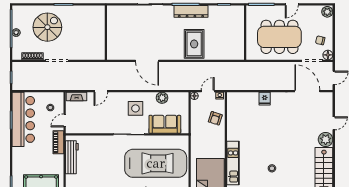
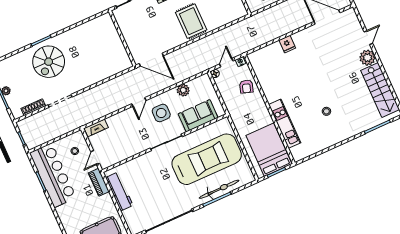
spiral stairs: (47, 27) -> (49, 62), moved, turned 180
wall: (106, 33) -> (122, 38), moved
door: (101, 91) -> (139, 102), moved

